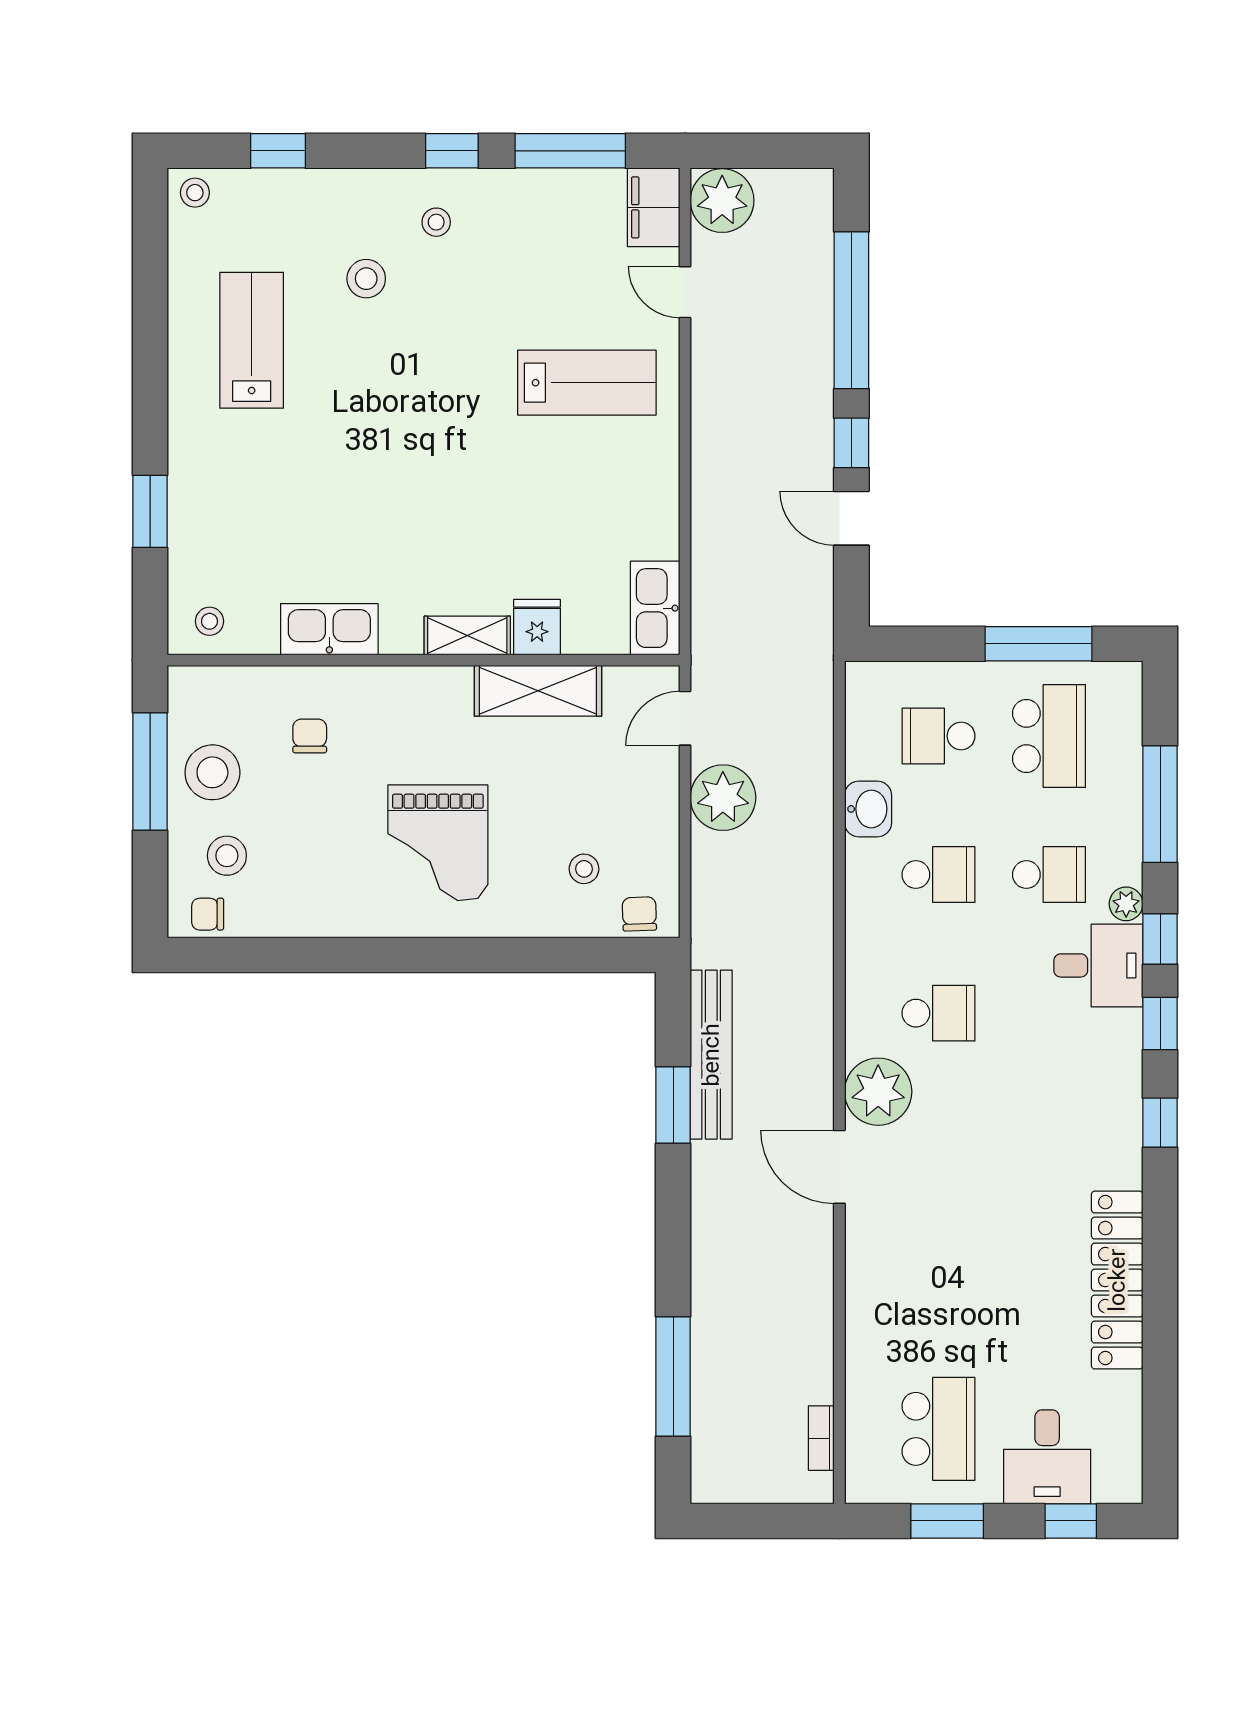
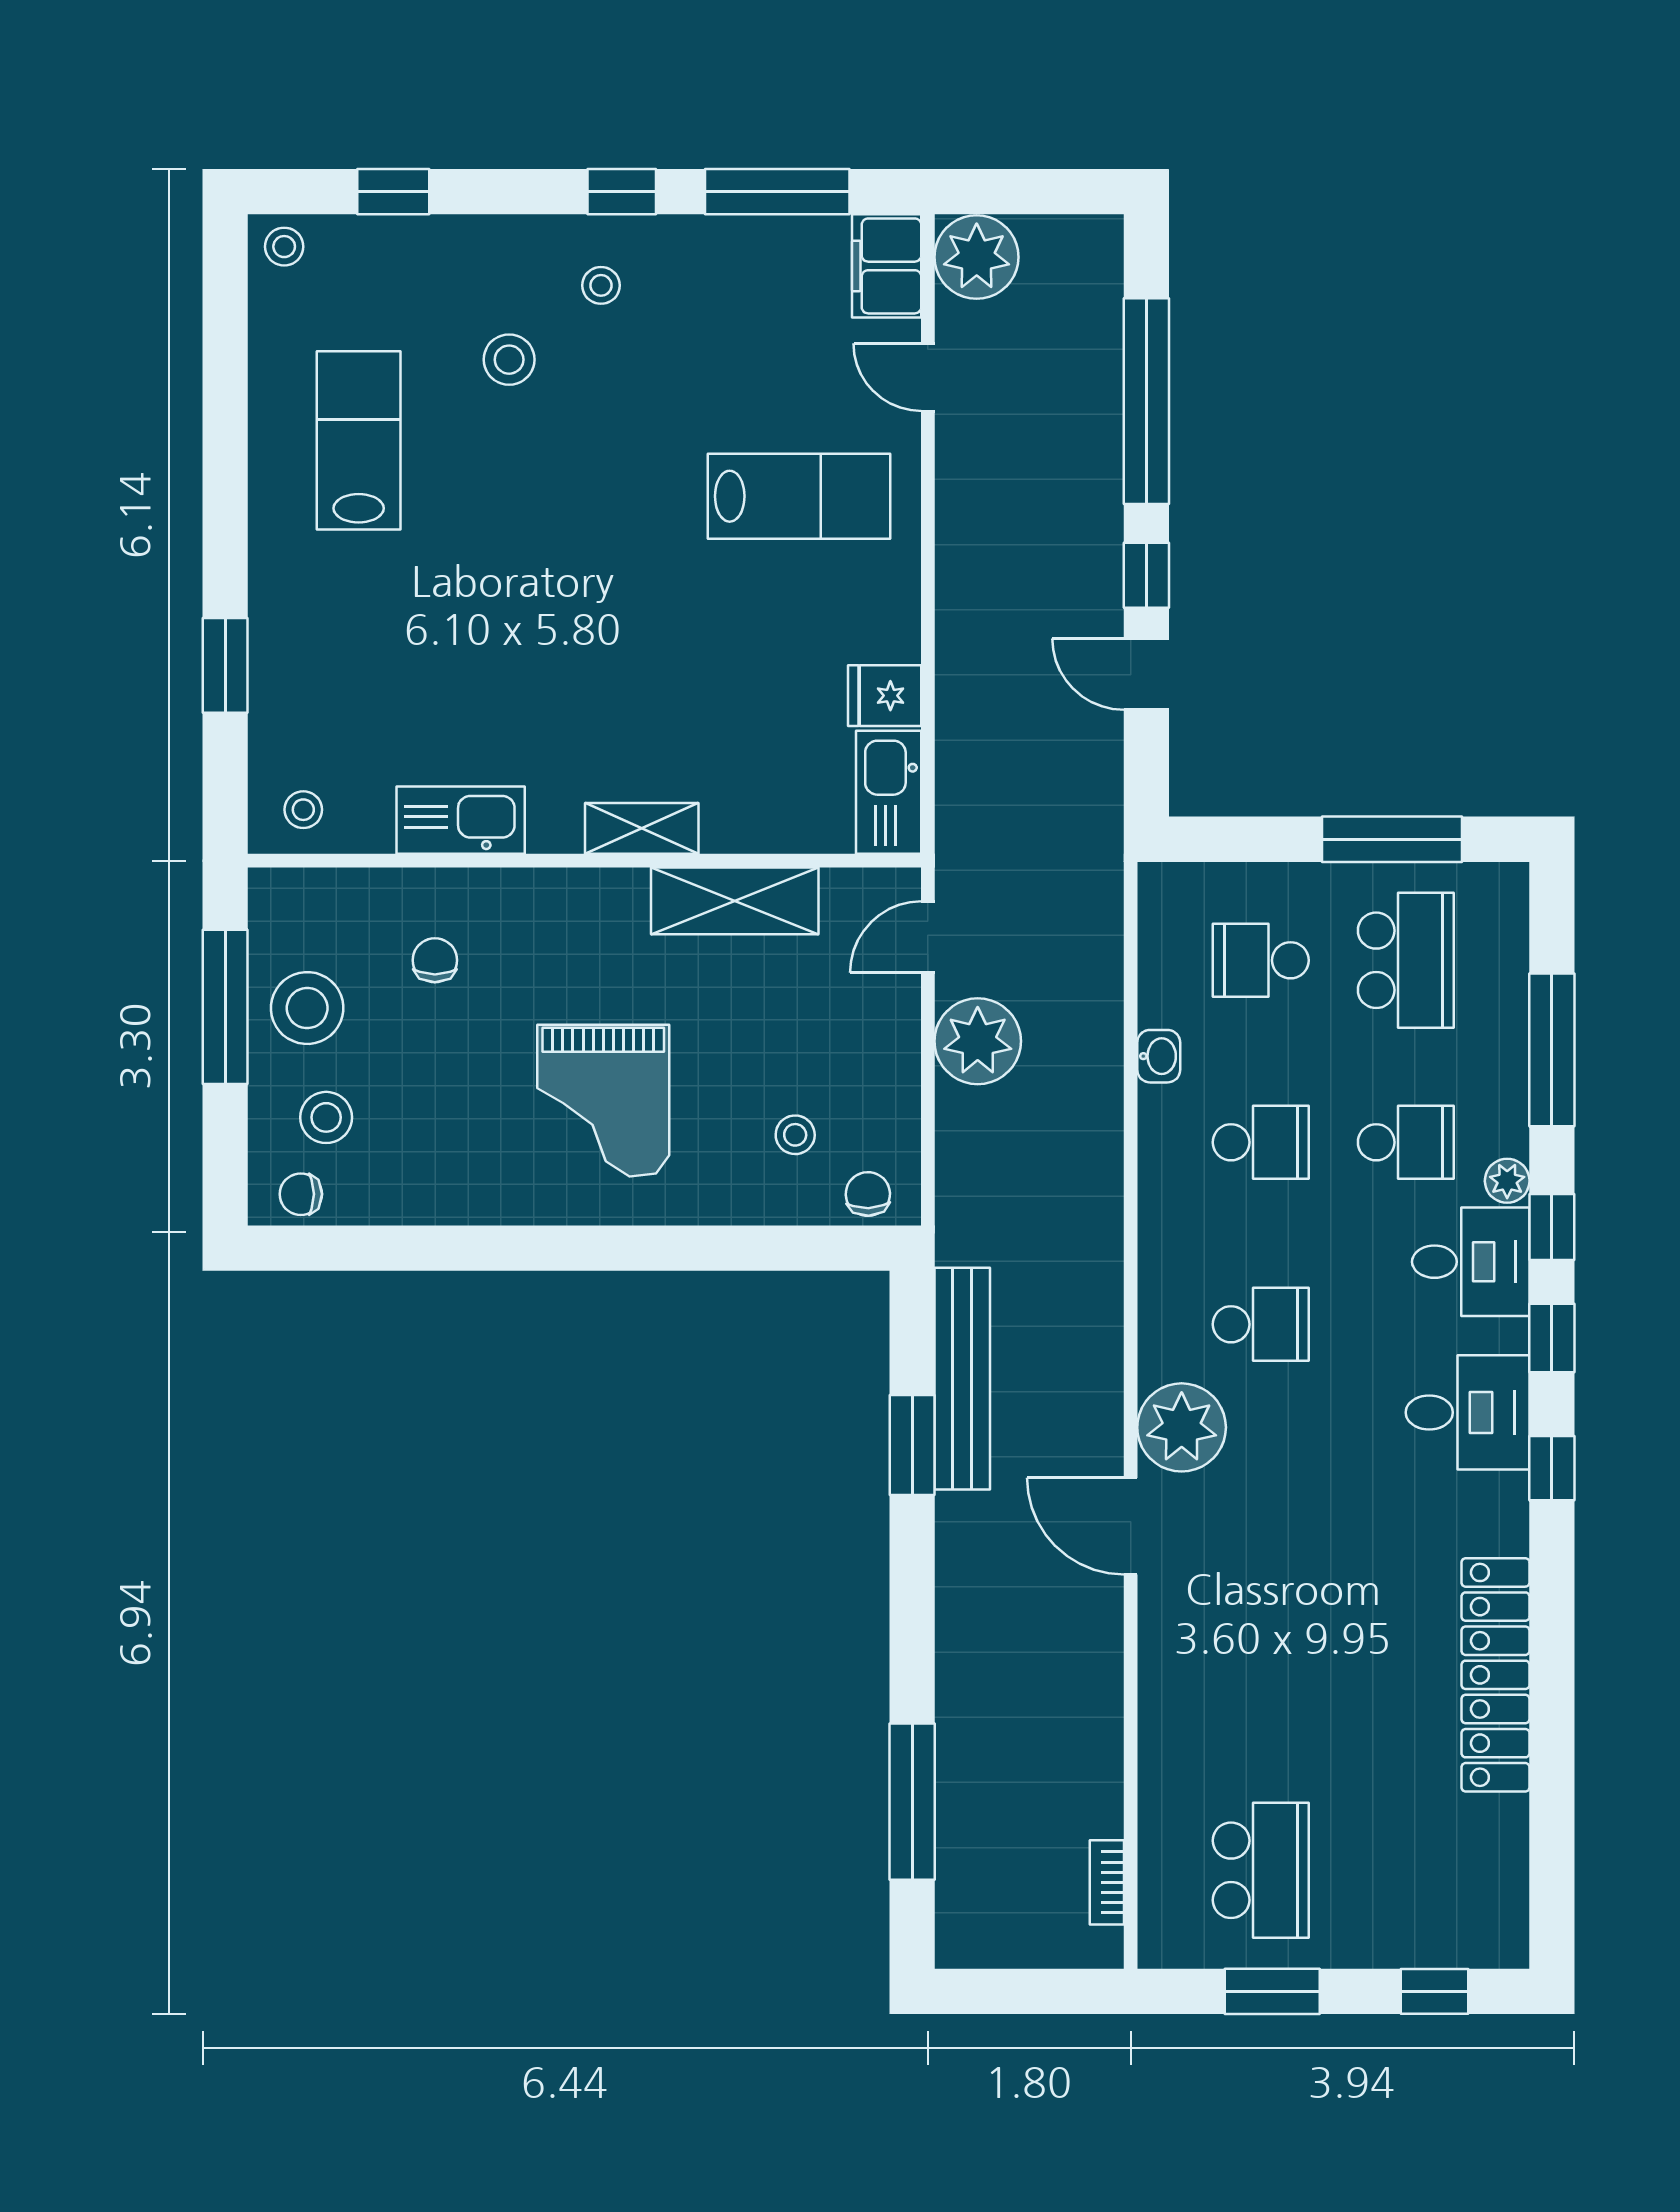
fridge: (537, 627) -> (885, 696), moved, turned -90
washbasin: (868, 809) -> (1159, 1056), width x0.72, depth x0.69
desk: (1047, 1457) -> (1468, 1412), moved, turned -90

